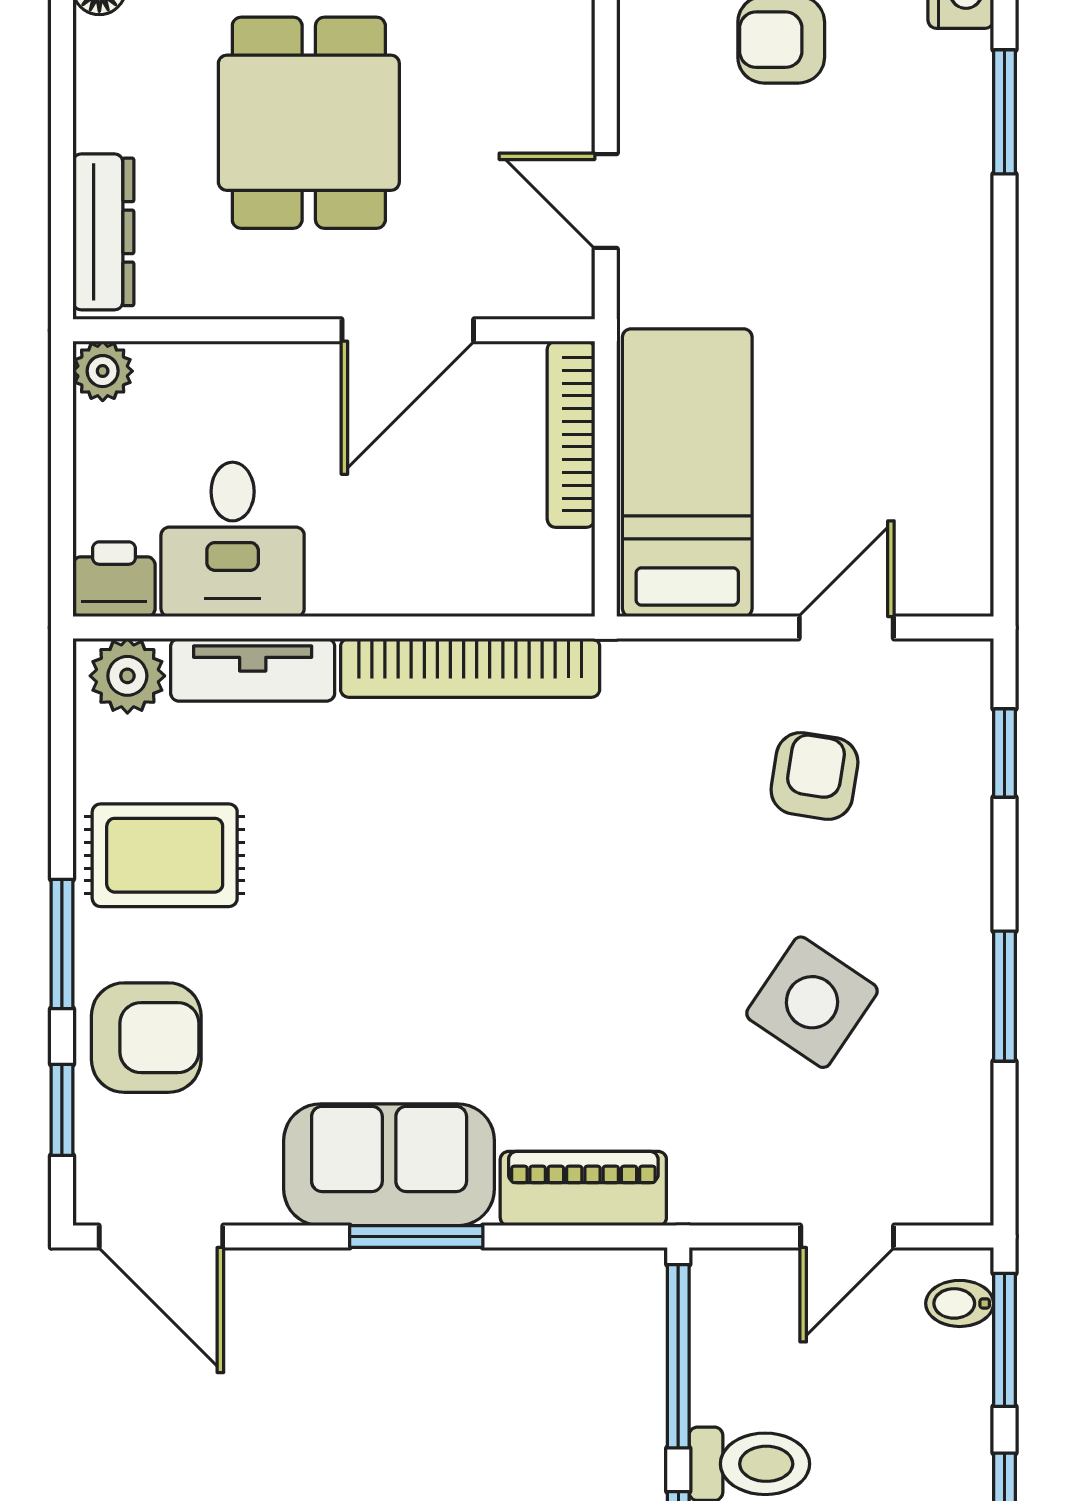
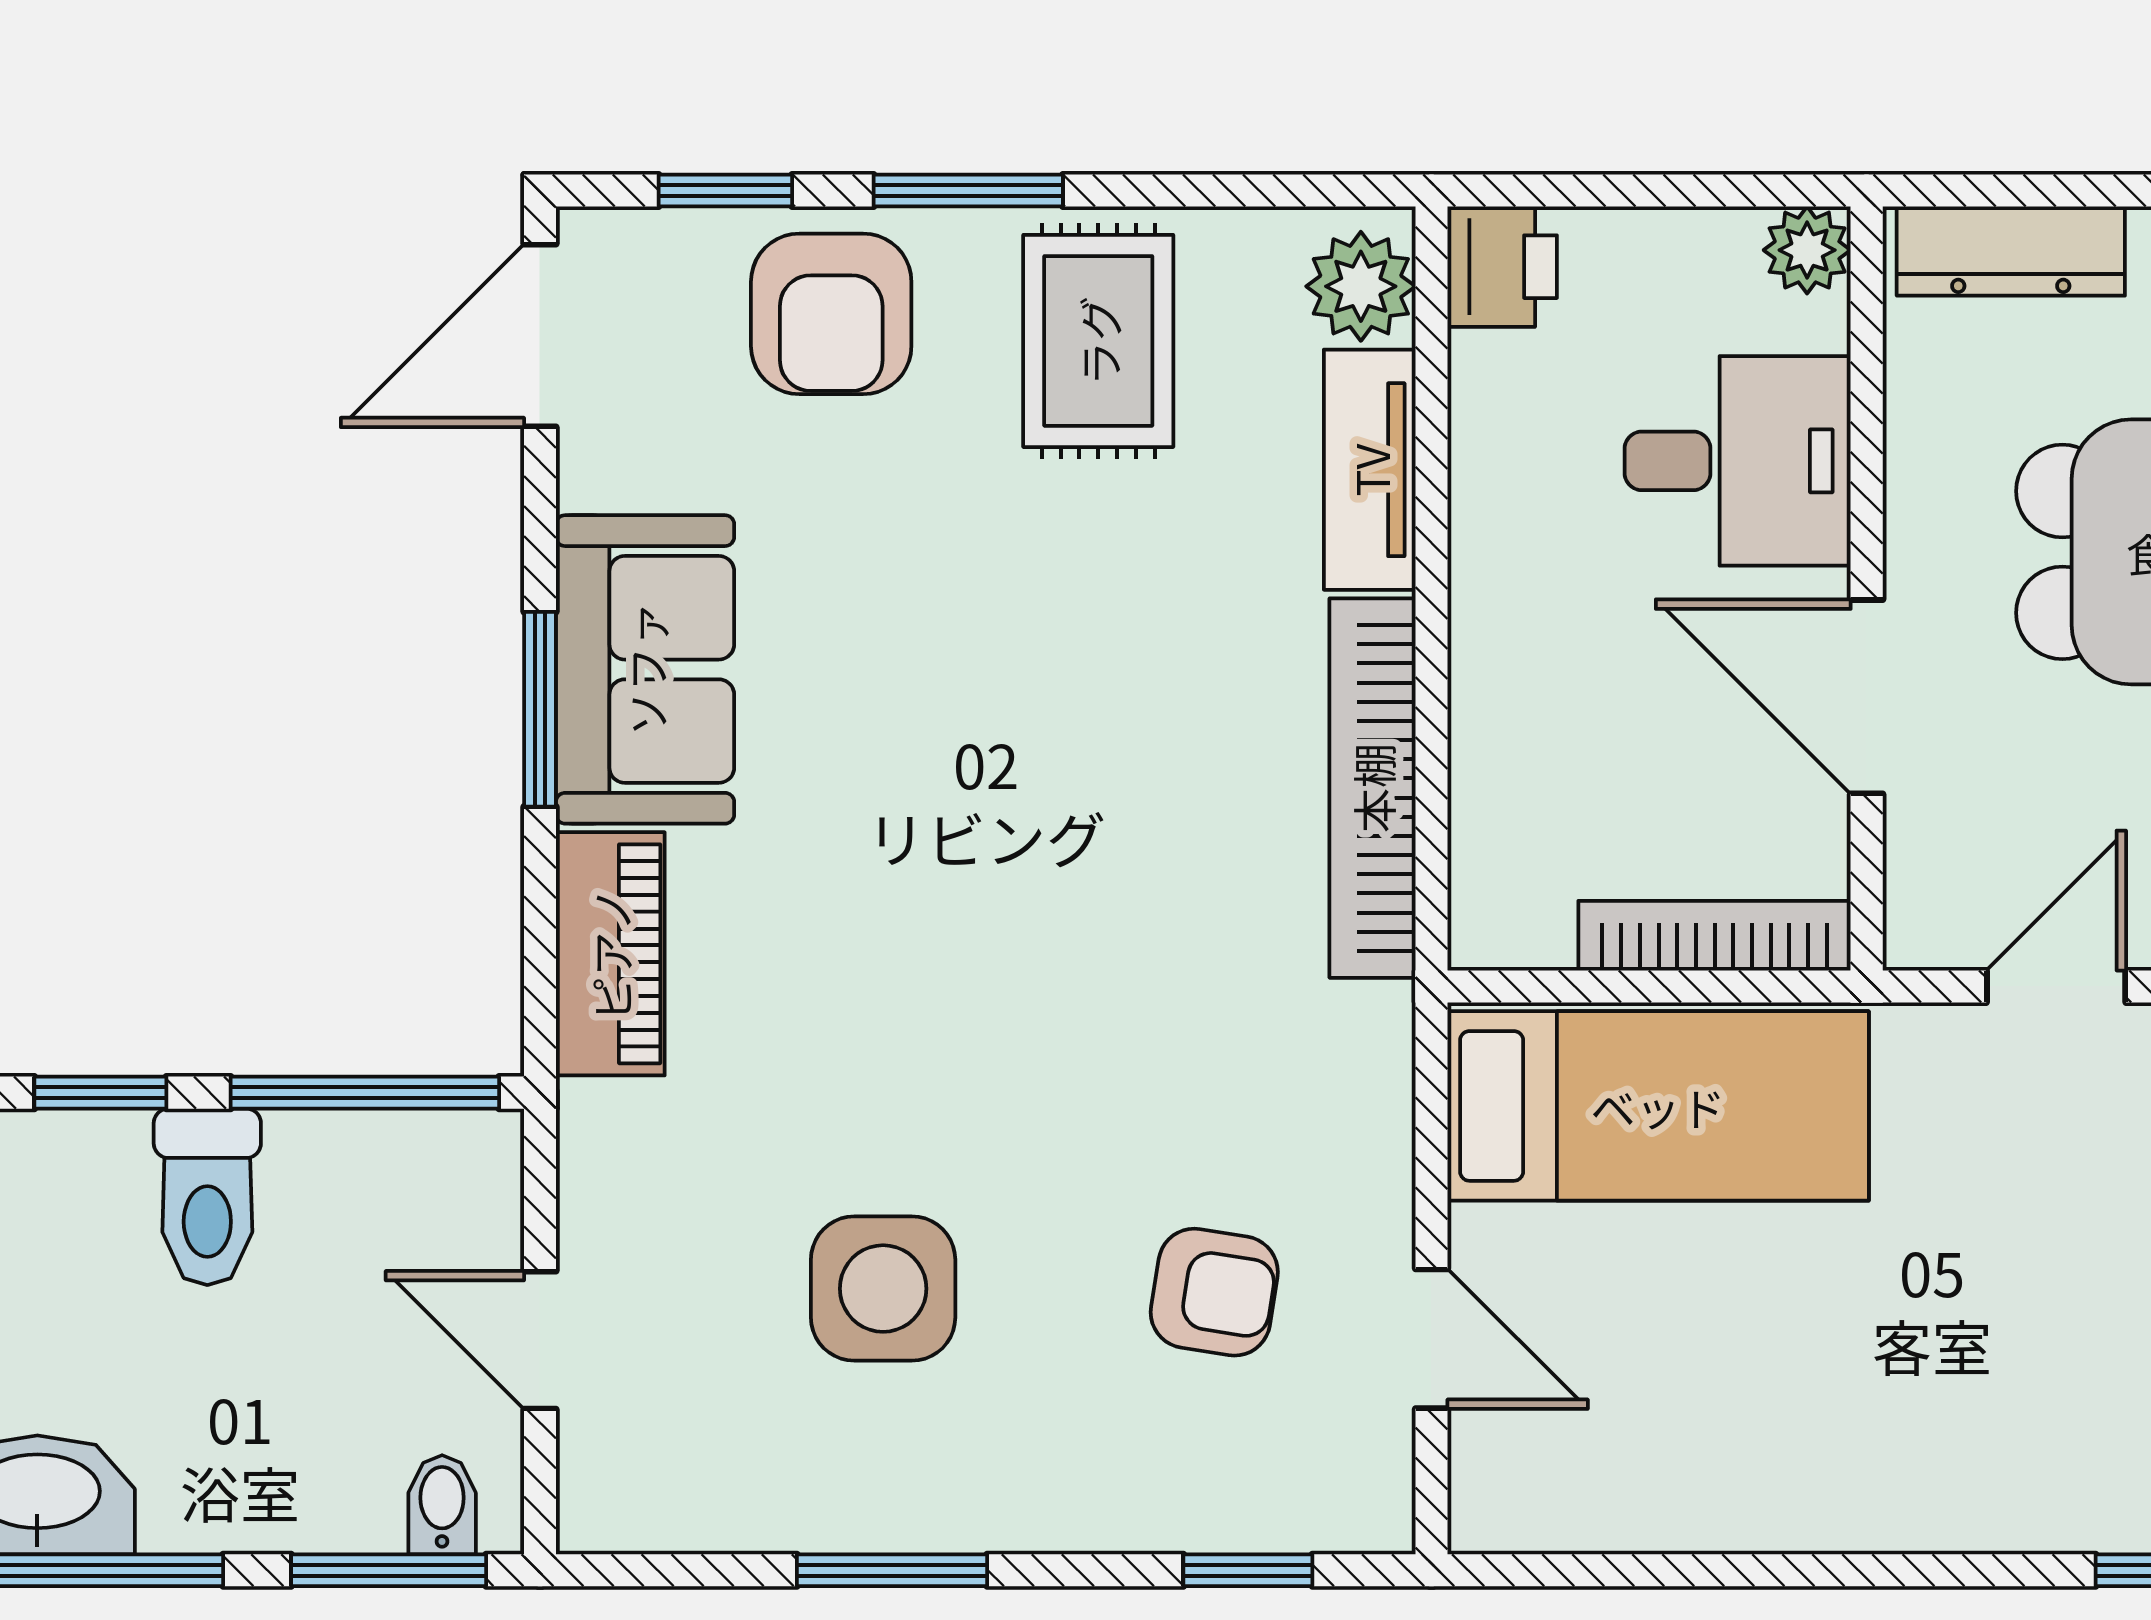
desk: (233, 539) -> (1738, 461), moved, turned 180
side table: (812, 1002) -> (883, 1289), turned -34

